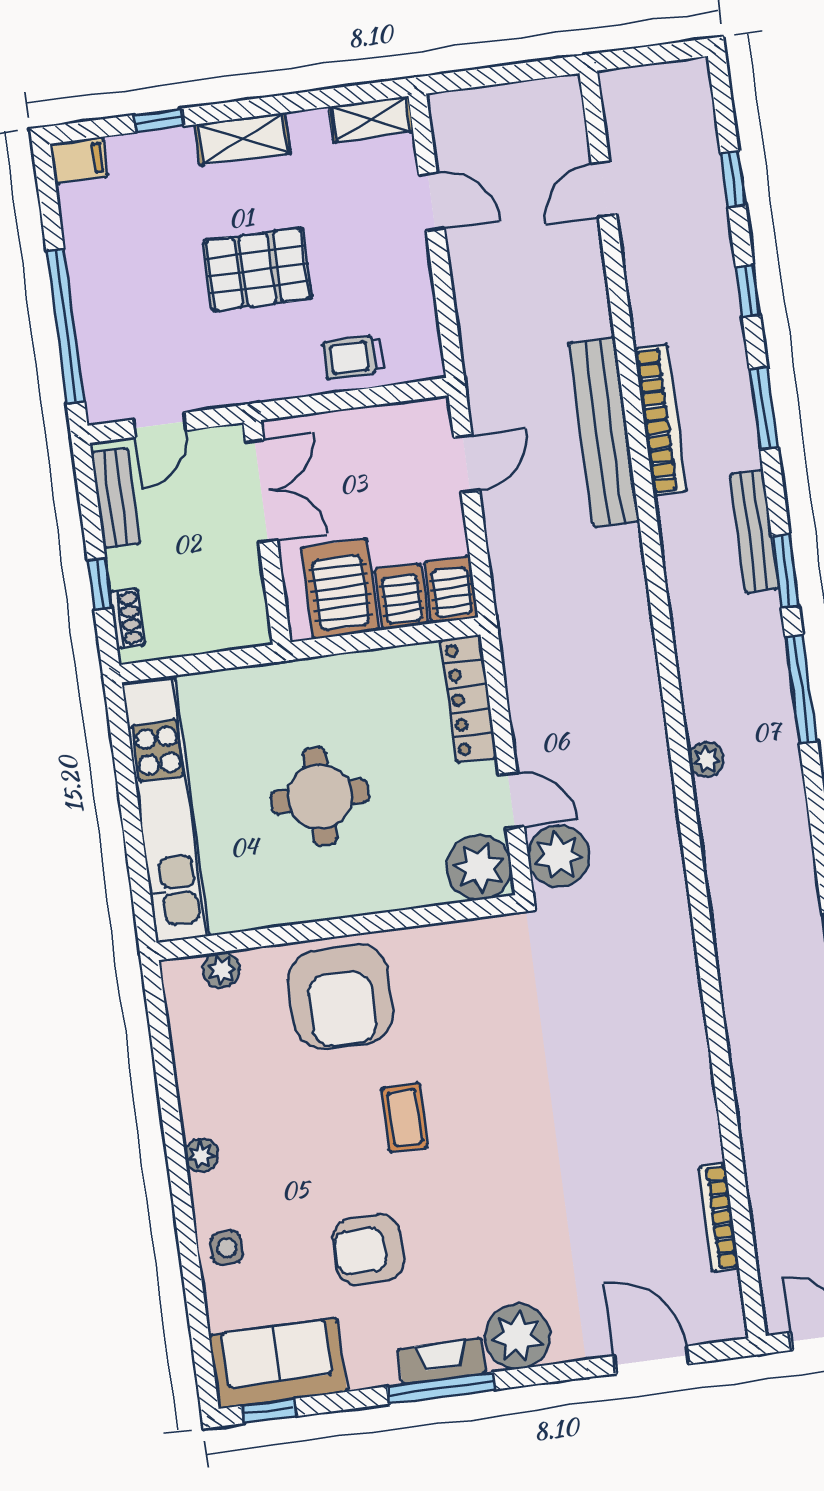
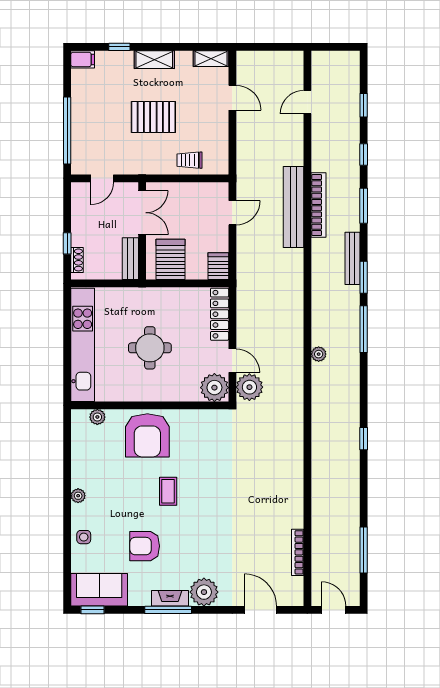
bench: (116, 498) -> (130, 259), moved
server rack: (401, 596) -> (197, 266), removed

